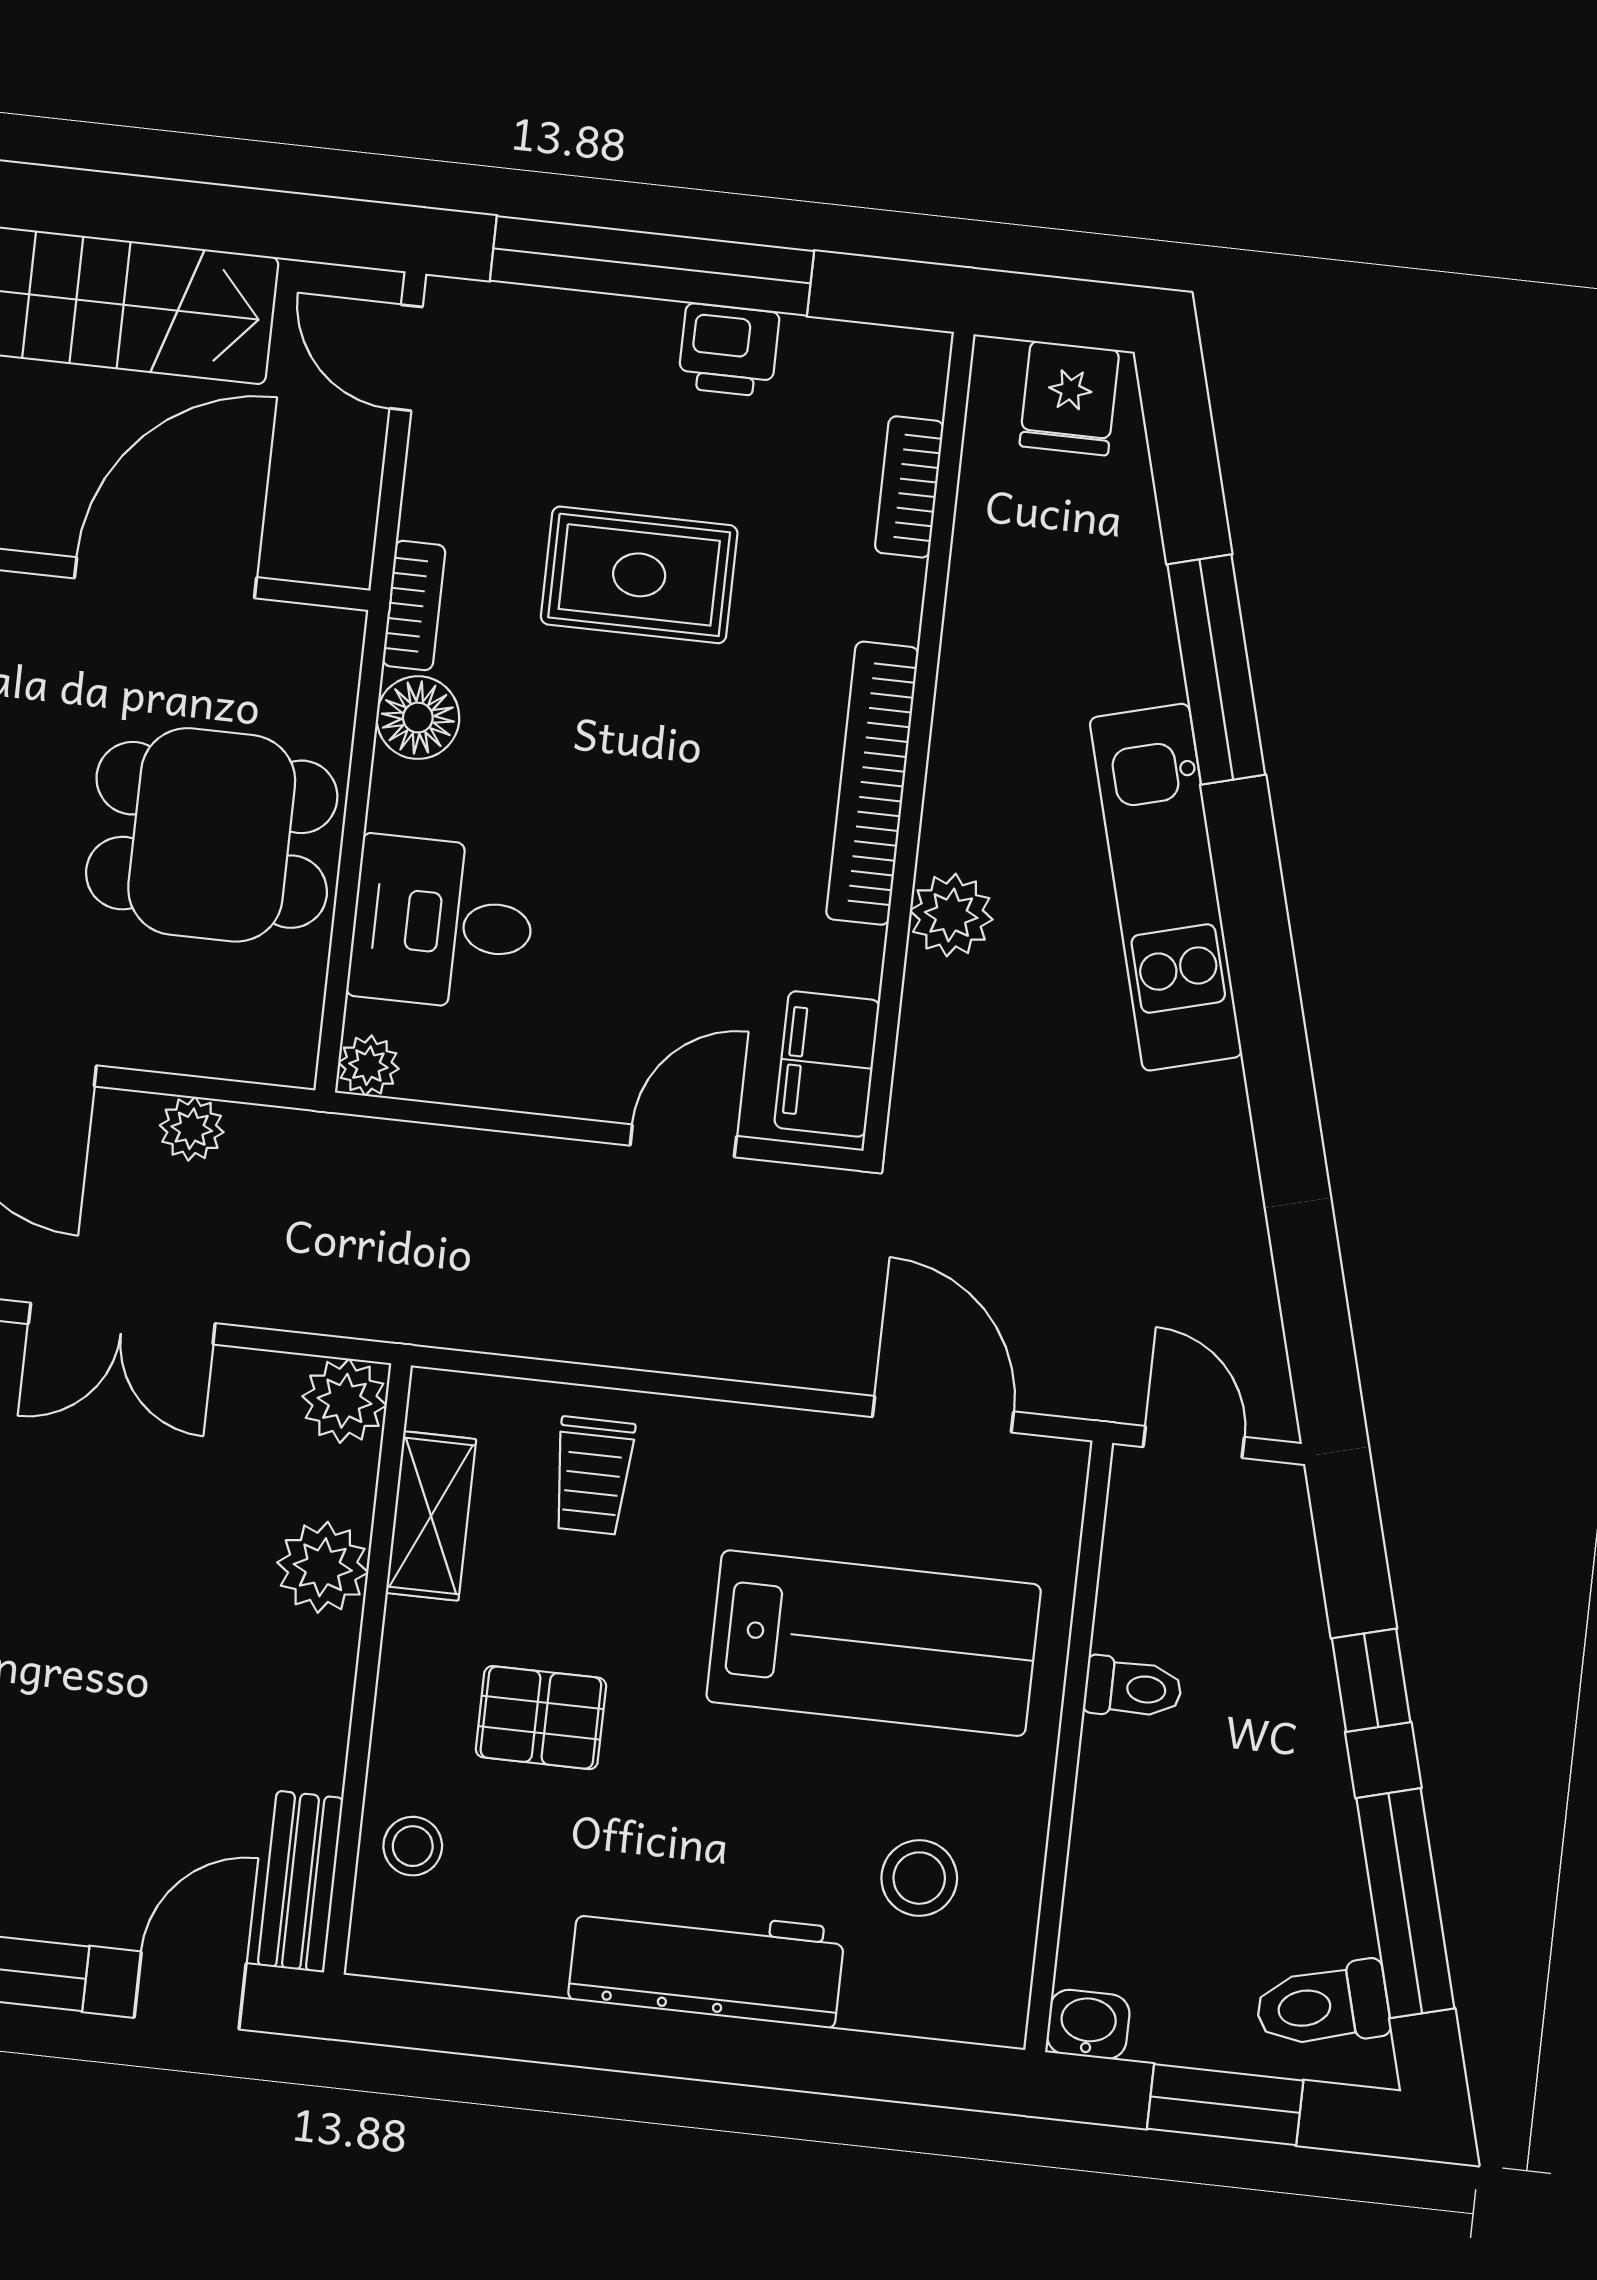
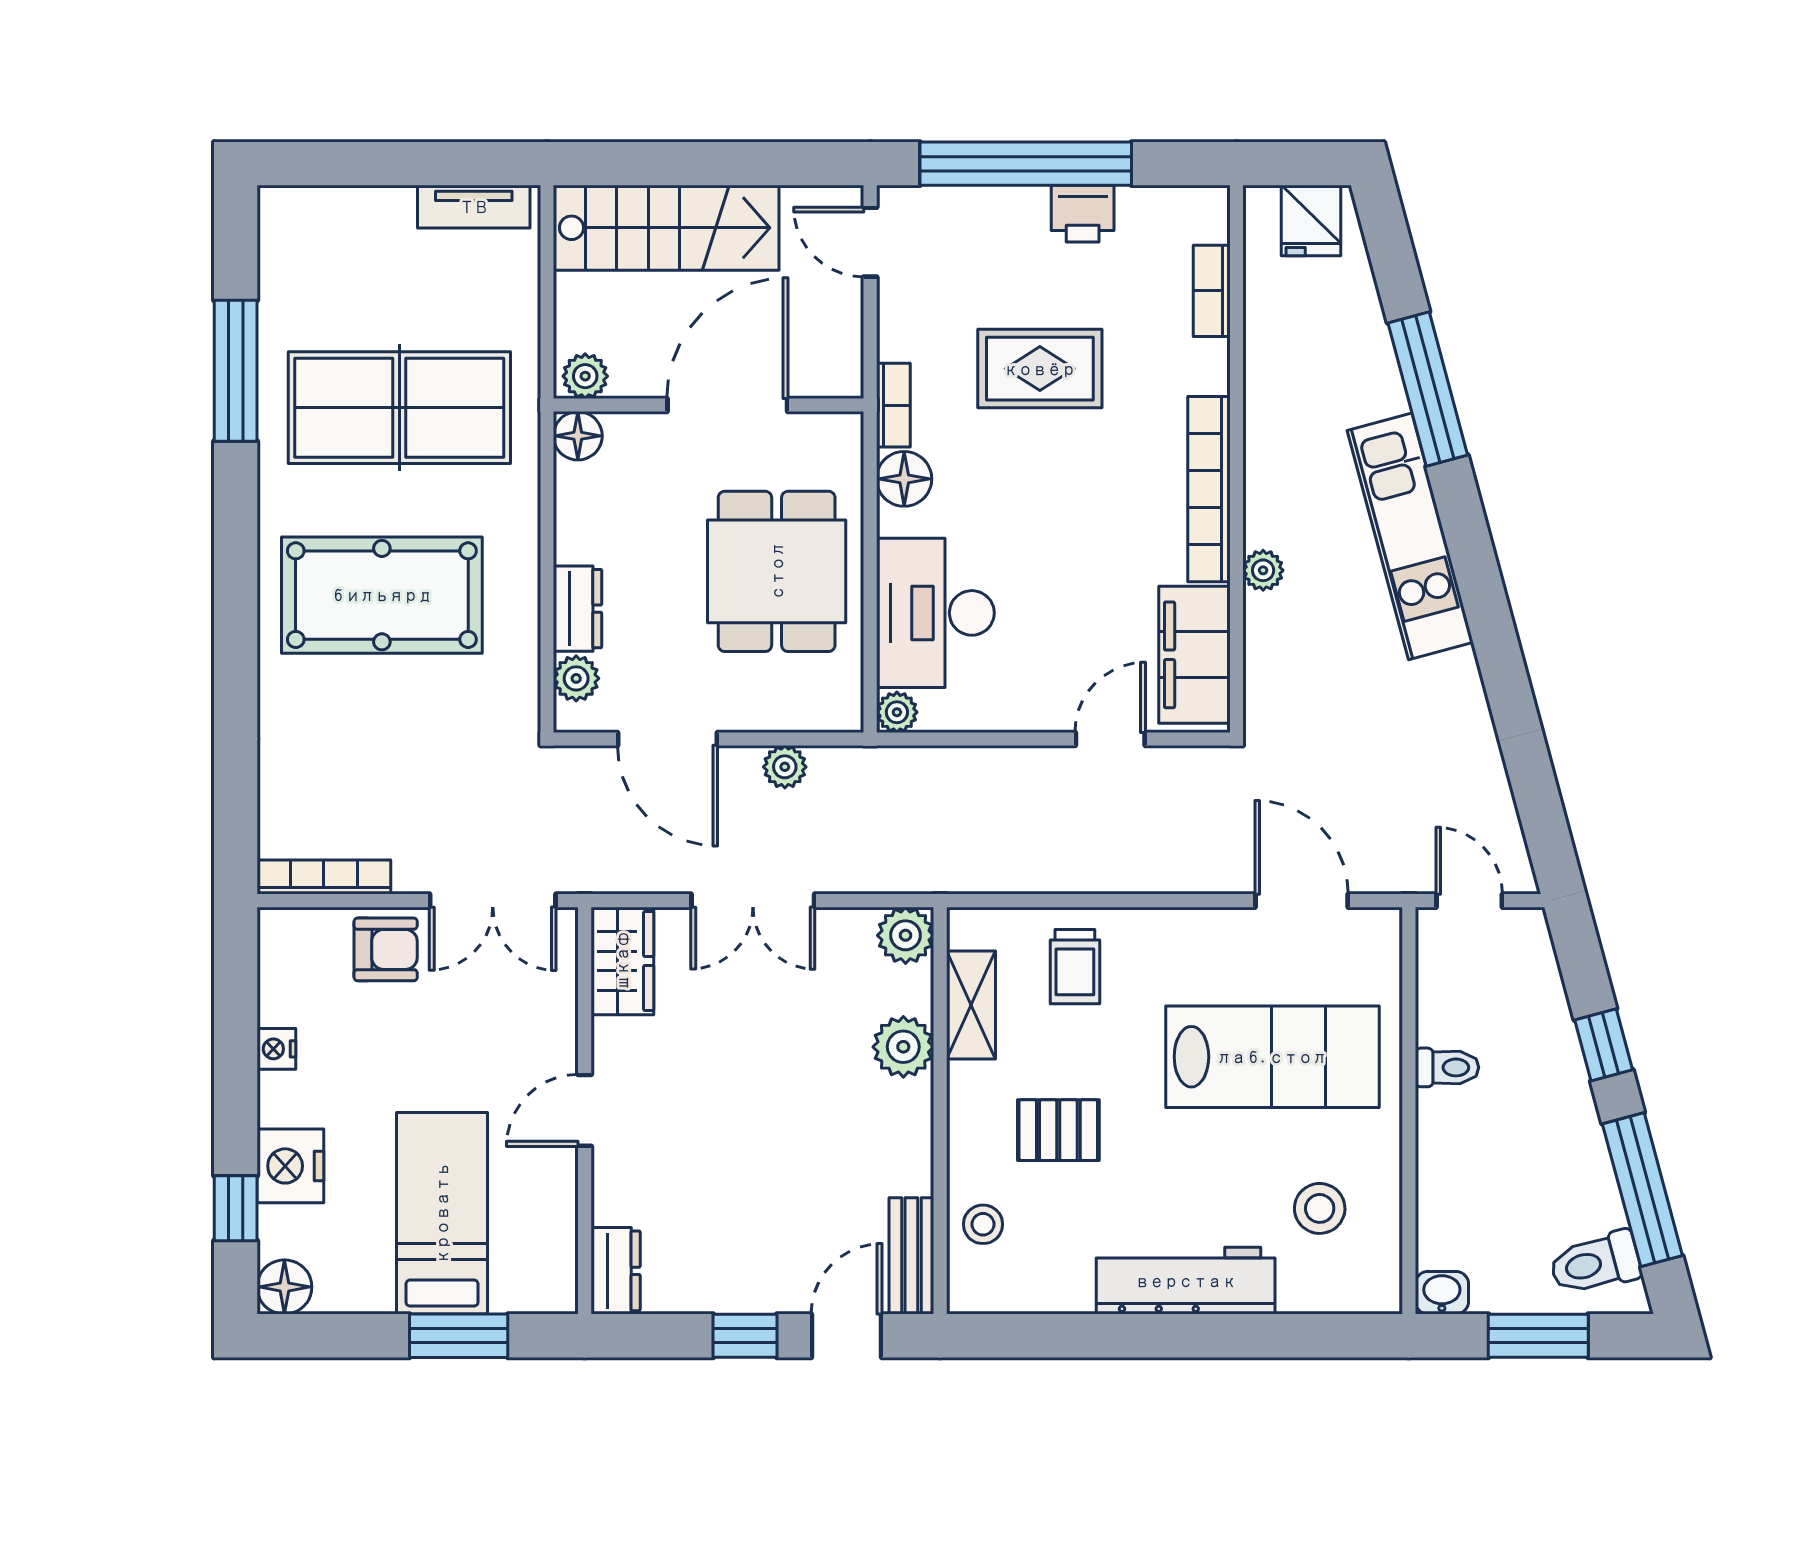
dining table: (212, 835) -> (777, 571), turned 90
plant: (951, 915) -> (1263, 570), width x0.73, depth x0.73
desk: (442, 923) -> (935, 613), width x1.37
filing cabinet: (827, 1064) -> (1194, 655), width x1.50, depth x1.17

